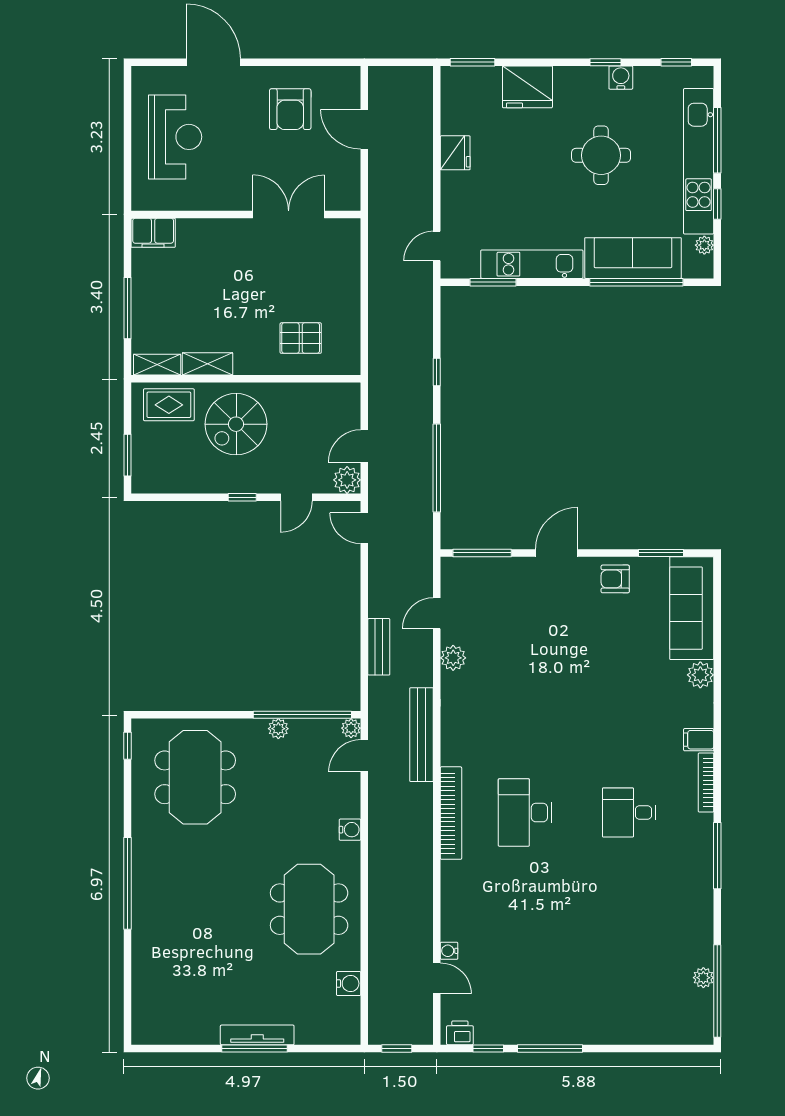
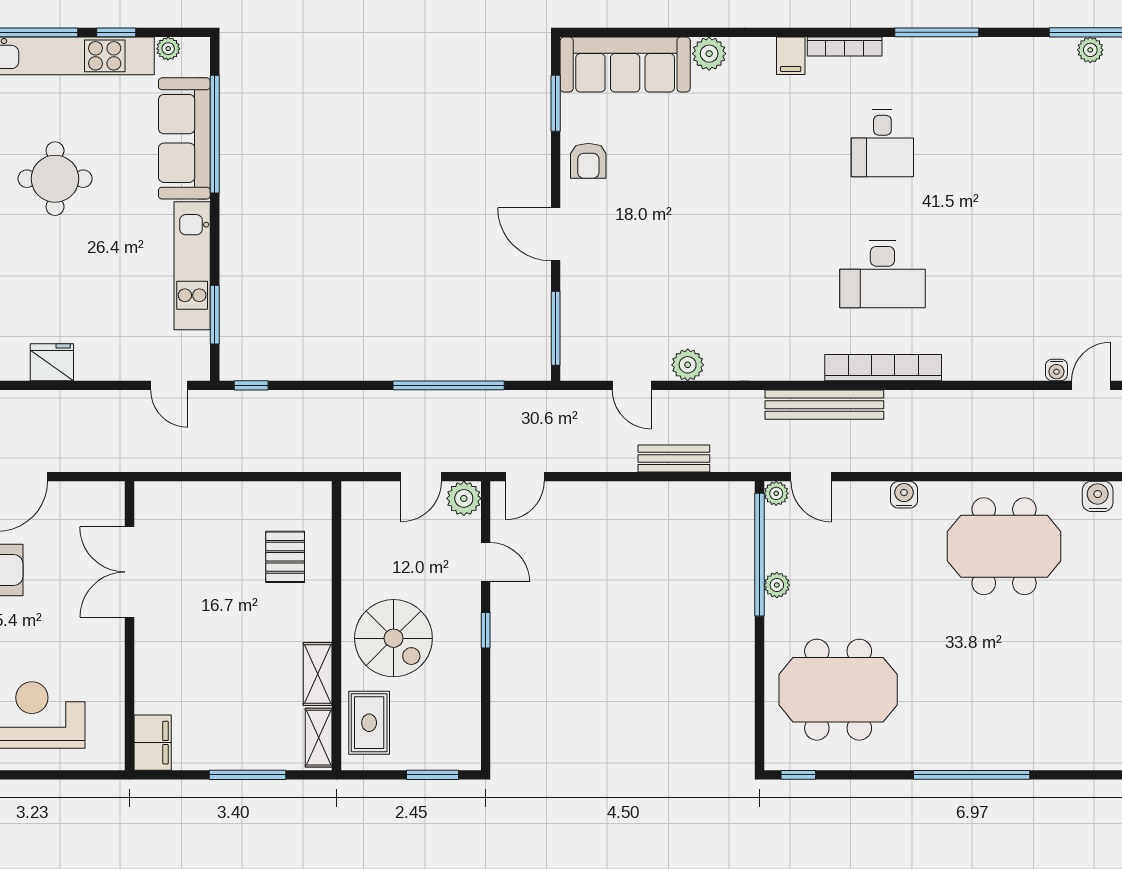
window: (437, 372) -> (251, 385), moved
door: (364, 446) -> (421, 477), hinge flipped
bench: (422, 735) -> (824, 405), moved

